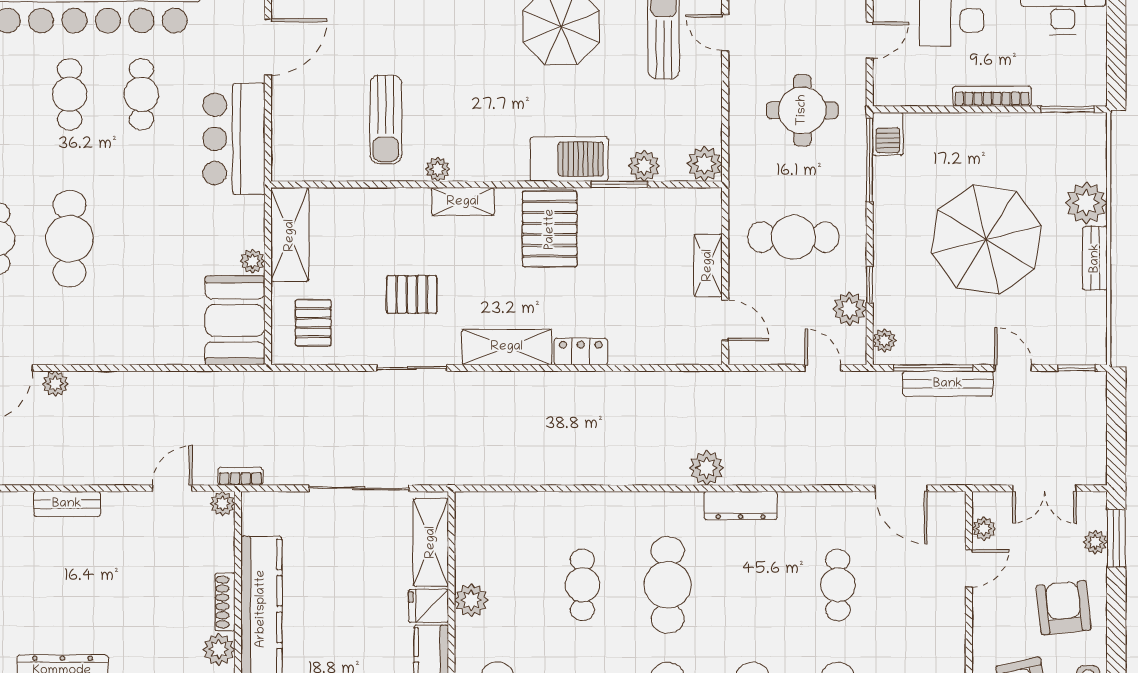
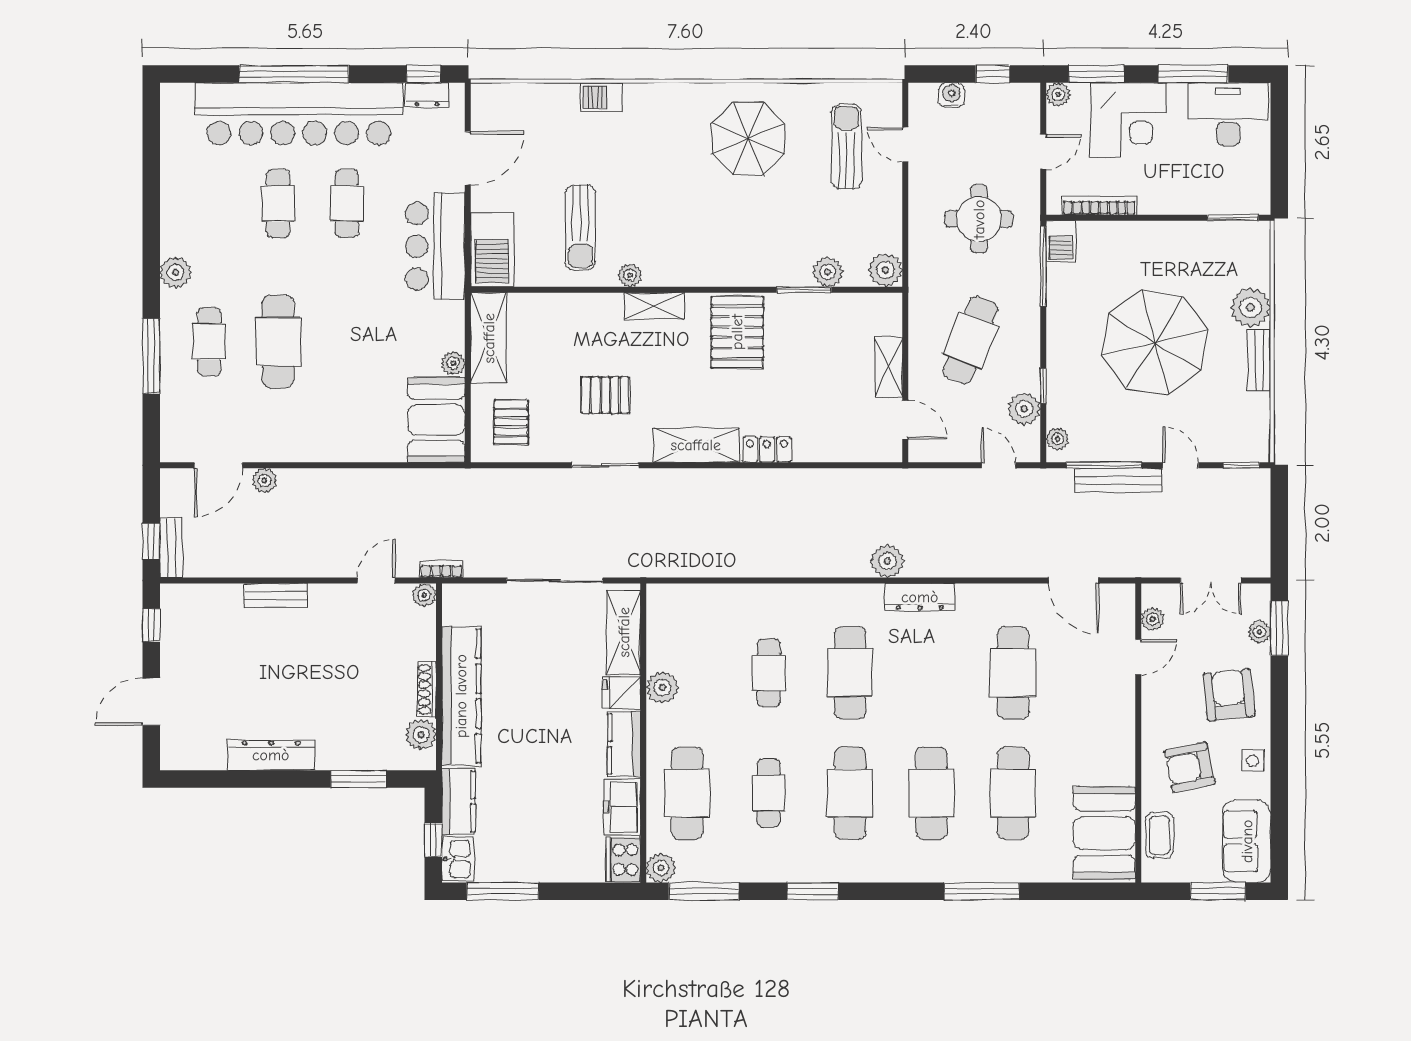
bookcase: (992, 96) -> (1099, 205), moved
barbecue: (569, 159) -> (492, 250), moved, turned 90
cafe table: (793, 237) -> (970, 340), turned -69
cafe table: (838, 585) -> (1013, 673), width x1.37, depth x1.35

